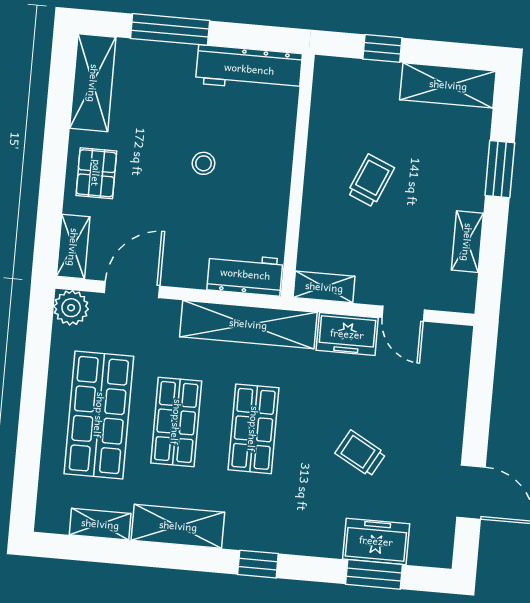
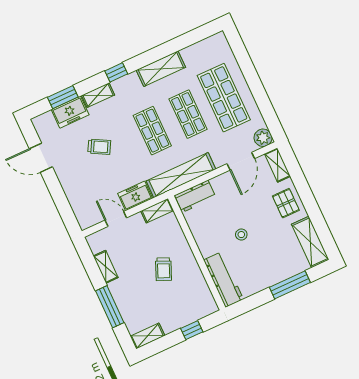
workbench: (249, 69) -> (223, 280), moved, turned 90
shelving: (448, 85) -> (148, 336), width x0.67, depth x0.75
window: (500, 169) -> (110, 307), width x1.44
shelving: (100, 524) -> (98, 95), moved

